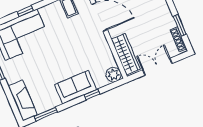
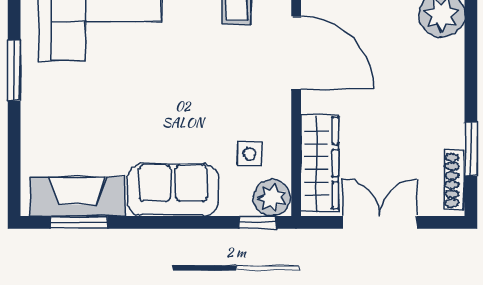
side table: (98, 62) -> (250, 154), added
window: (92, 94) -> (258, 222), moved
fireplace: (23, 100) -> (77, 197), moved, turned -90

